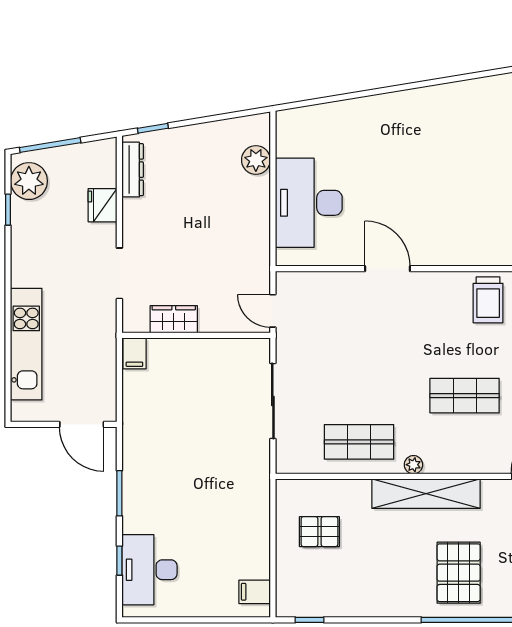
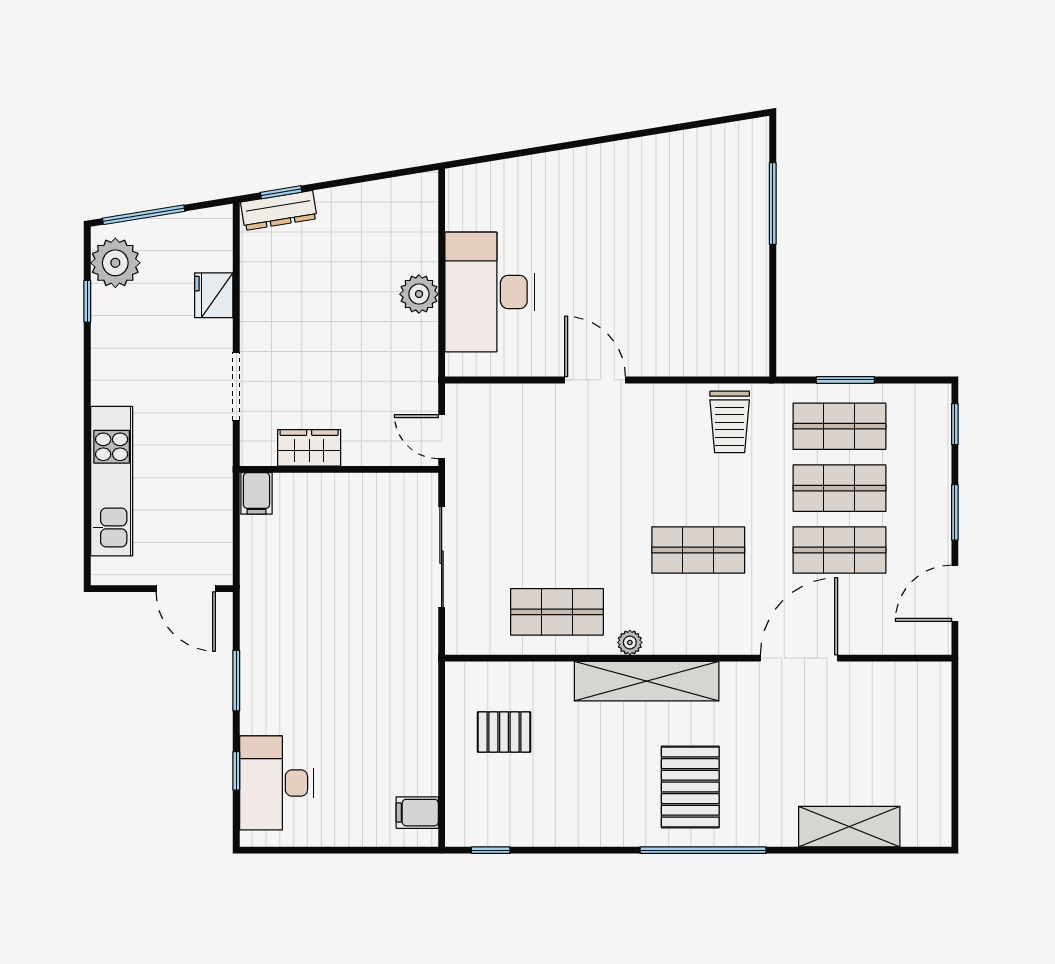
plant: (256, 160) -> (419, 294), moved
dresser: (133, 170) -> (279, 210), moved, turned 81

